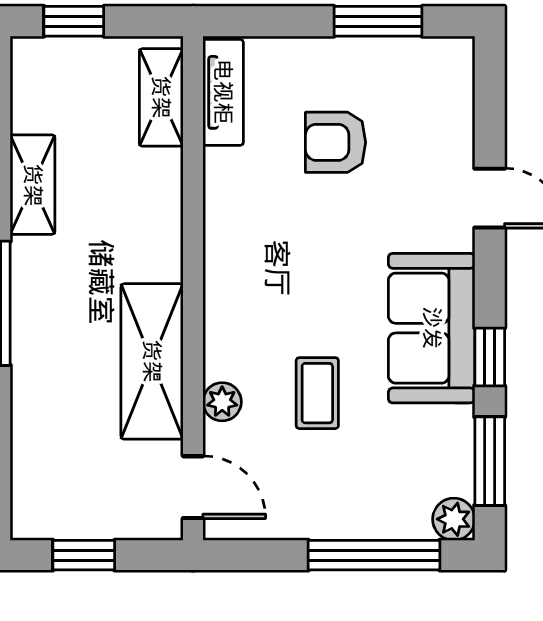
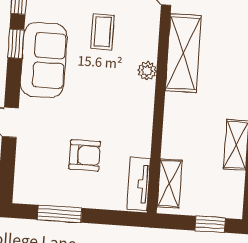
plant: (222, 402) -> (147, 71), moved

